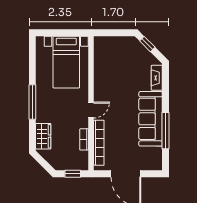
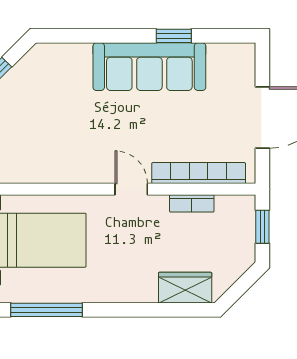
fireplace: (157, 78) -> (65, 54), removed
window: (32, 102) -> (46, 310), moved
window: (166, 131) -> (174, 36), width x0.46

